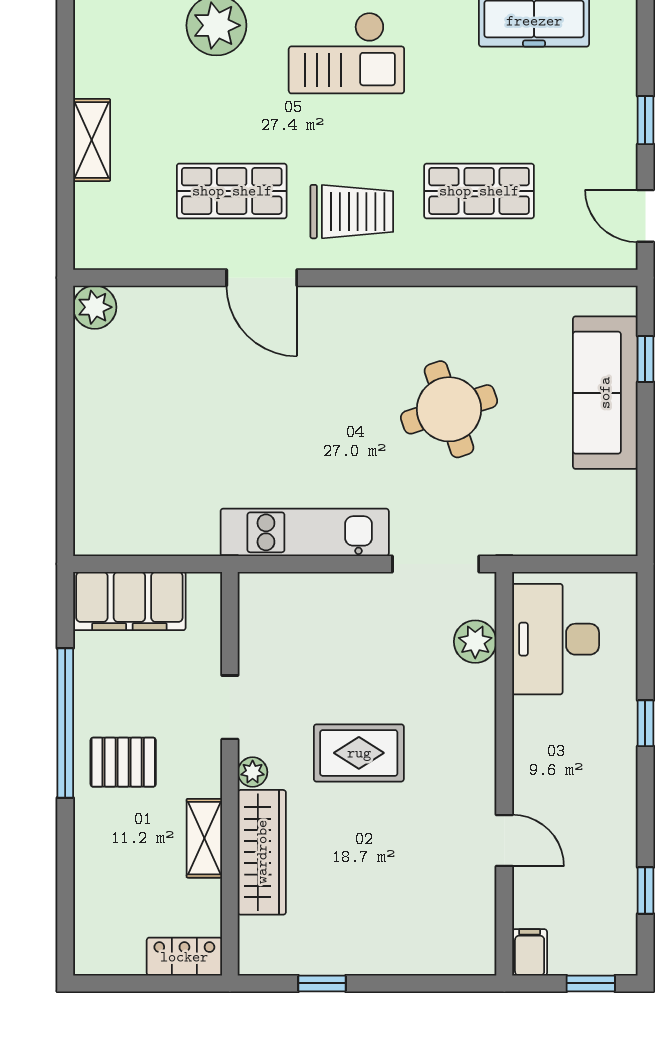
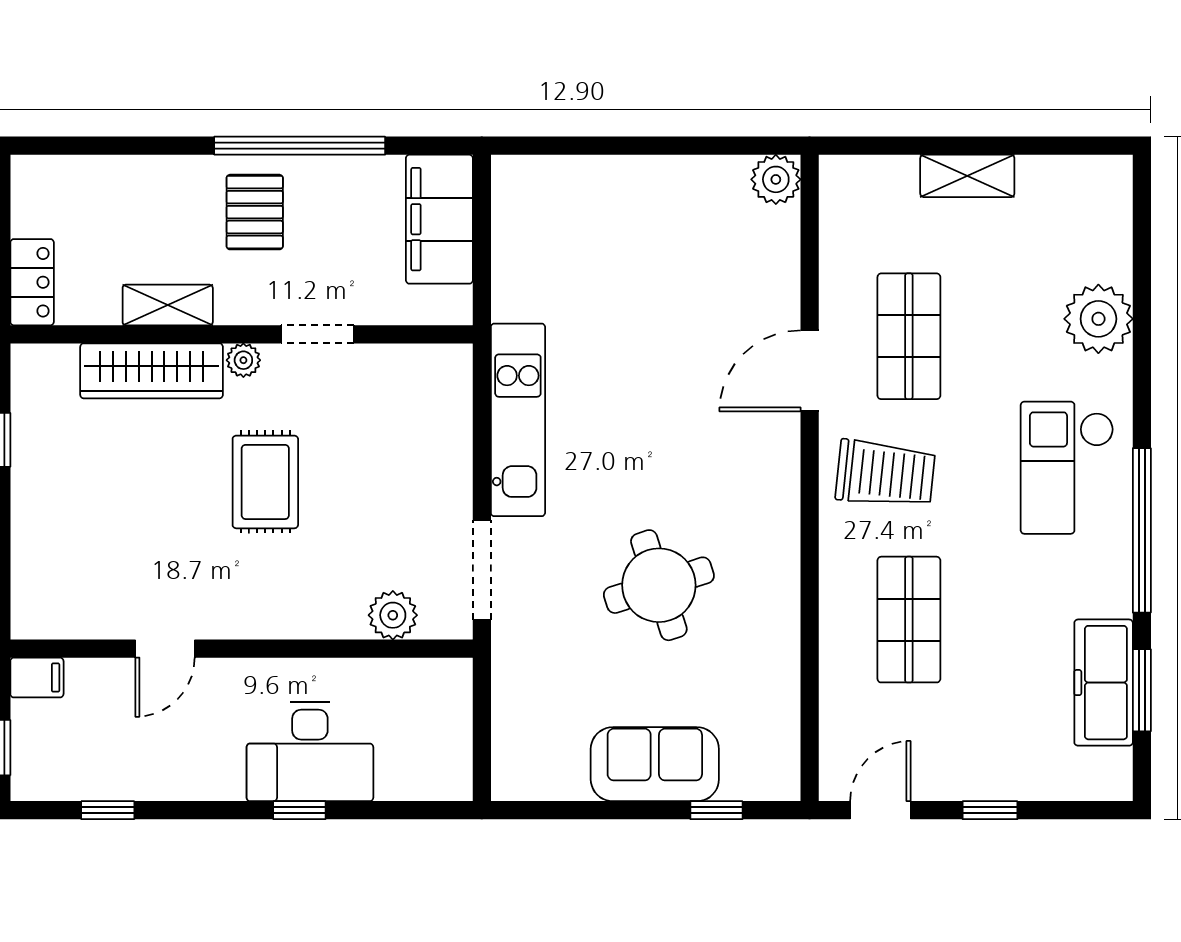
trolley: (352, 212) -> (885, 474), turned -84
sofa: (605, 393) -> (655, 764), width x0.73
desk: (556, 639) -> (310, 751), moved, turned 180

